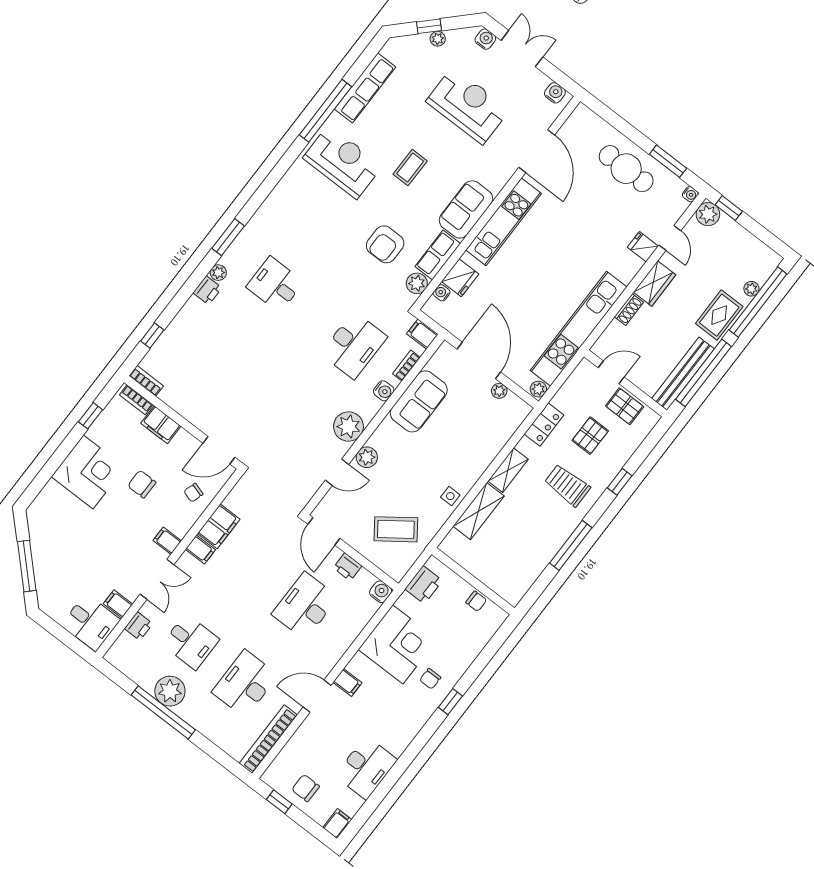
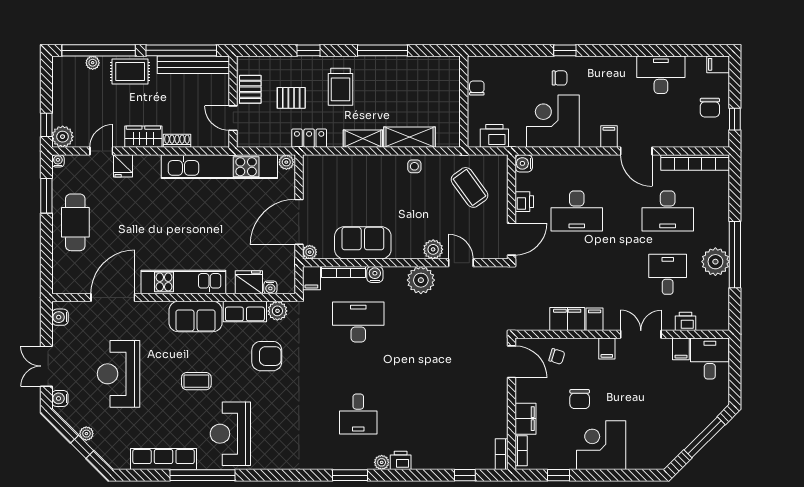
bookcase: (406, 366) -> (344, 272), width x1.56
plant: (499, 391) -> (310, 252), moved

